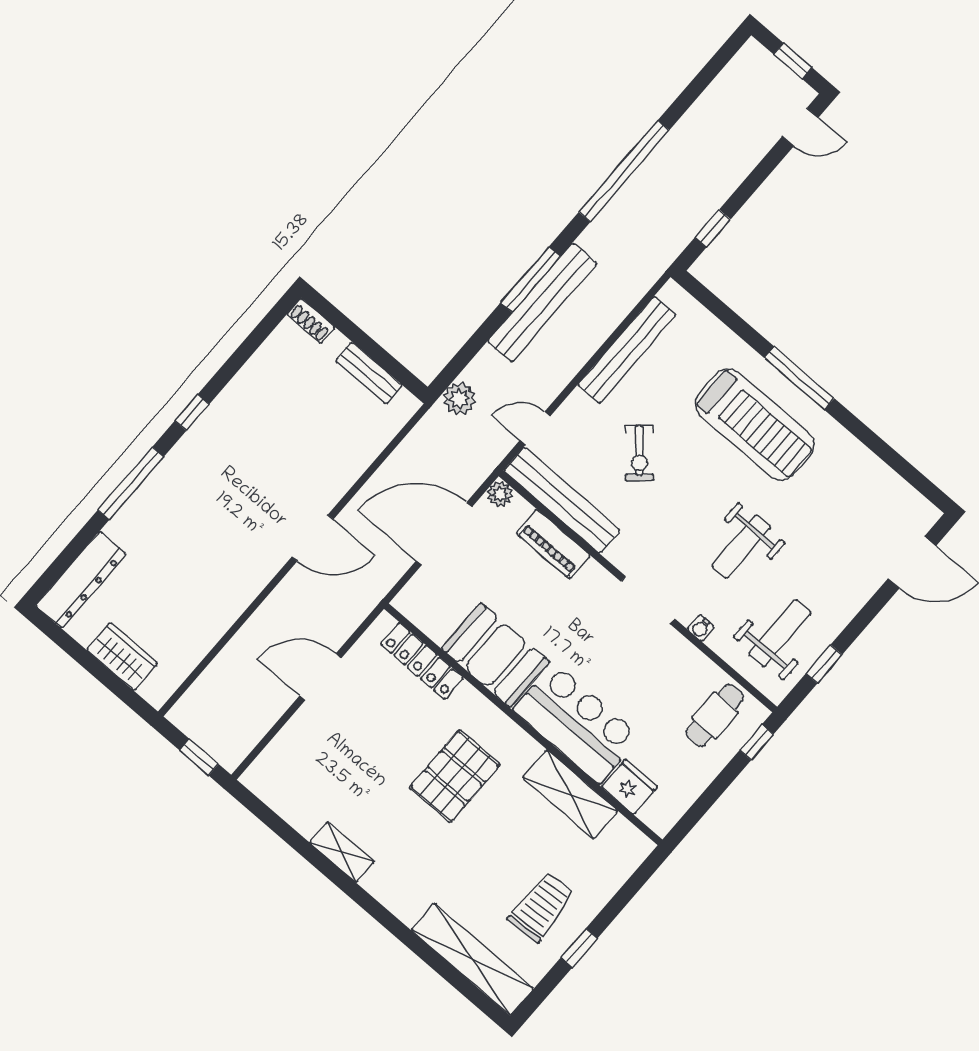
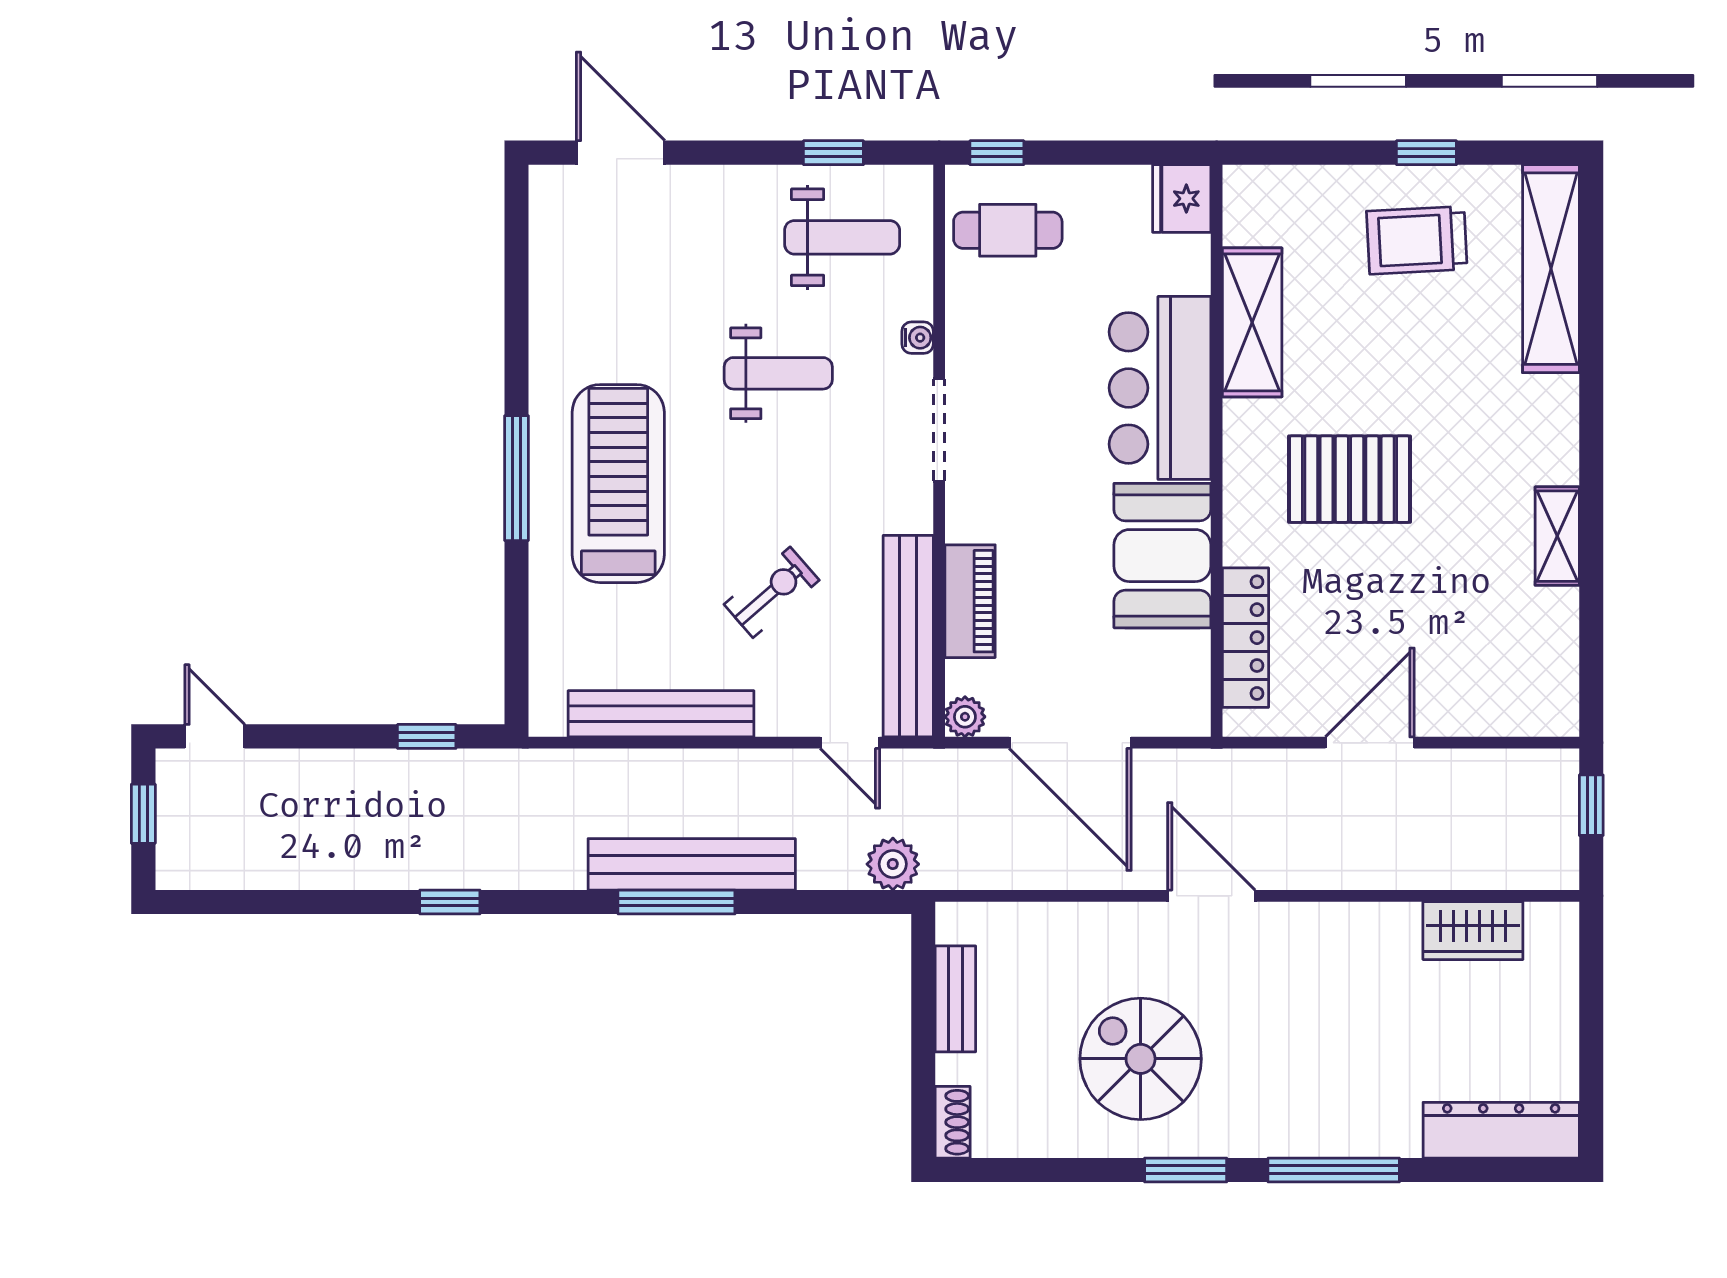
window: (624, 171) -> (450, 902), width x0.32
window: (192, 412) -> (1186, 1170), width x1.50
spiral stairs: (264, 437) -> (1141, 1059), added
weight bench: (780, 633) -> (842, 237), turned 180
wardrobe: (122, 657) -> (1473, 931), moved, turned -90
door: (320, 677) -> (1370, 743), swing flipped
fridge: (630, 787) -> (1182, 199), moved

